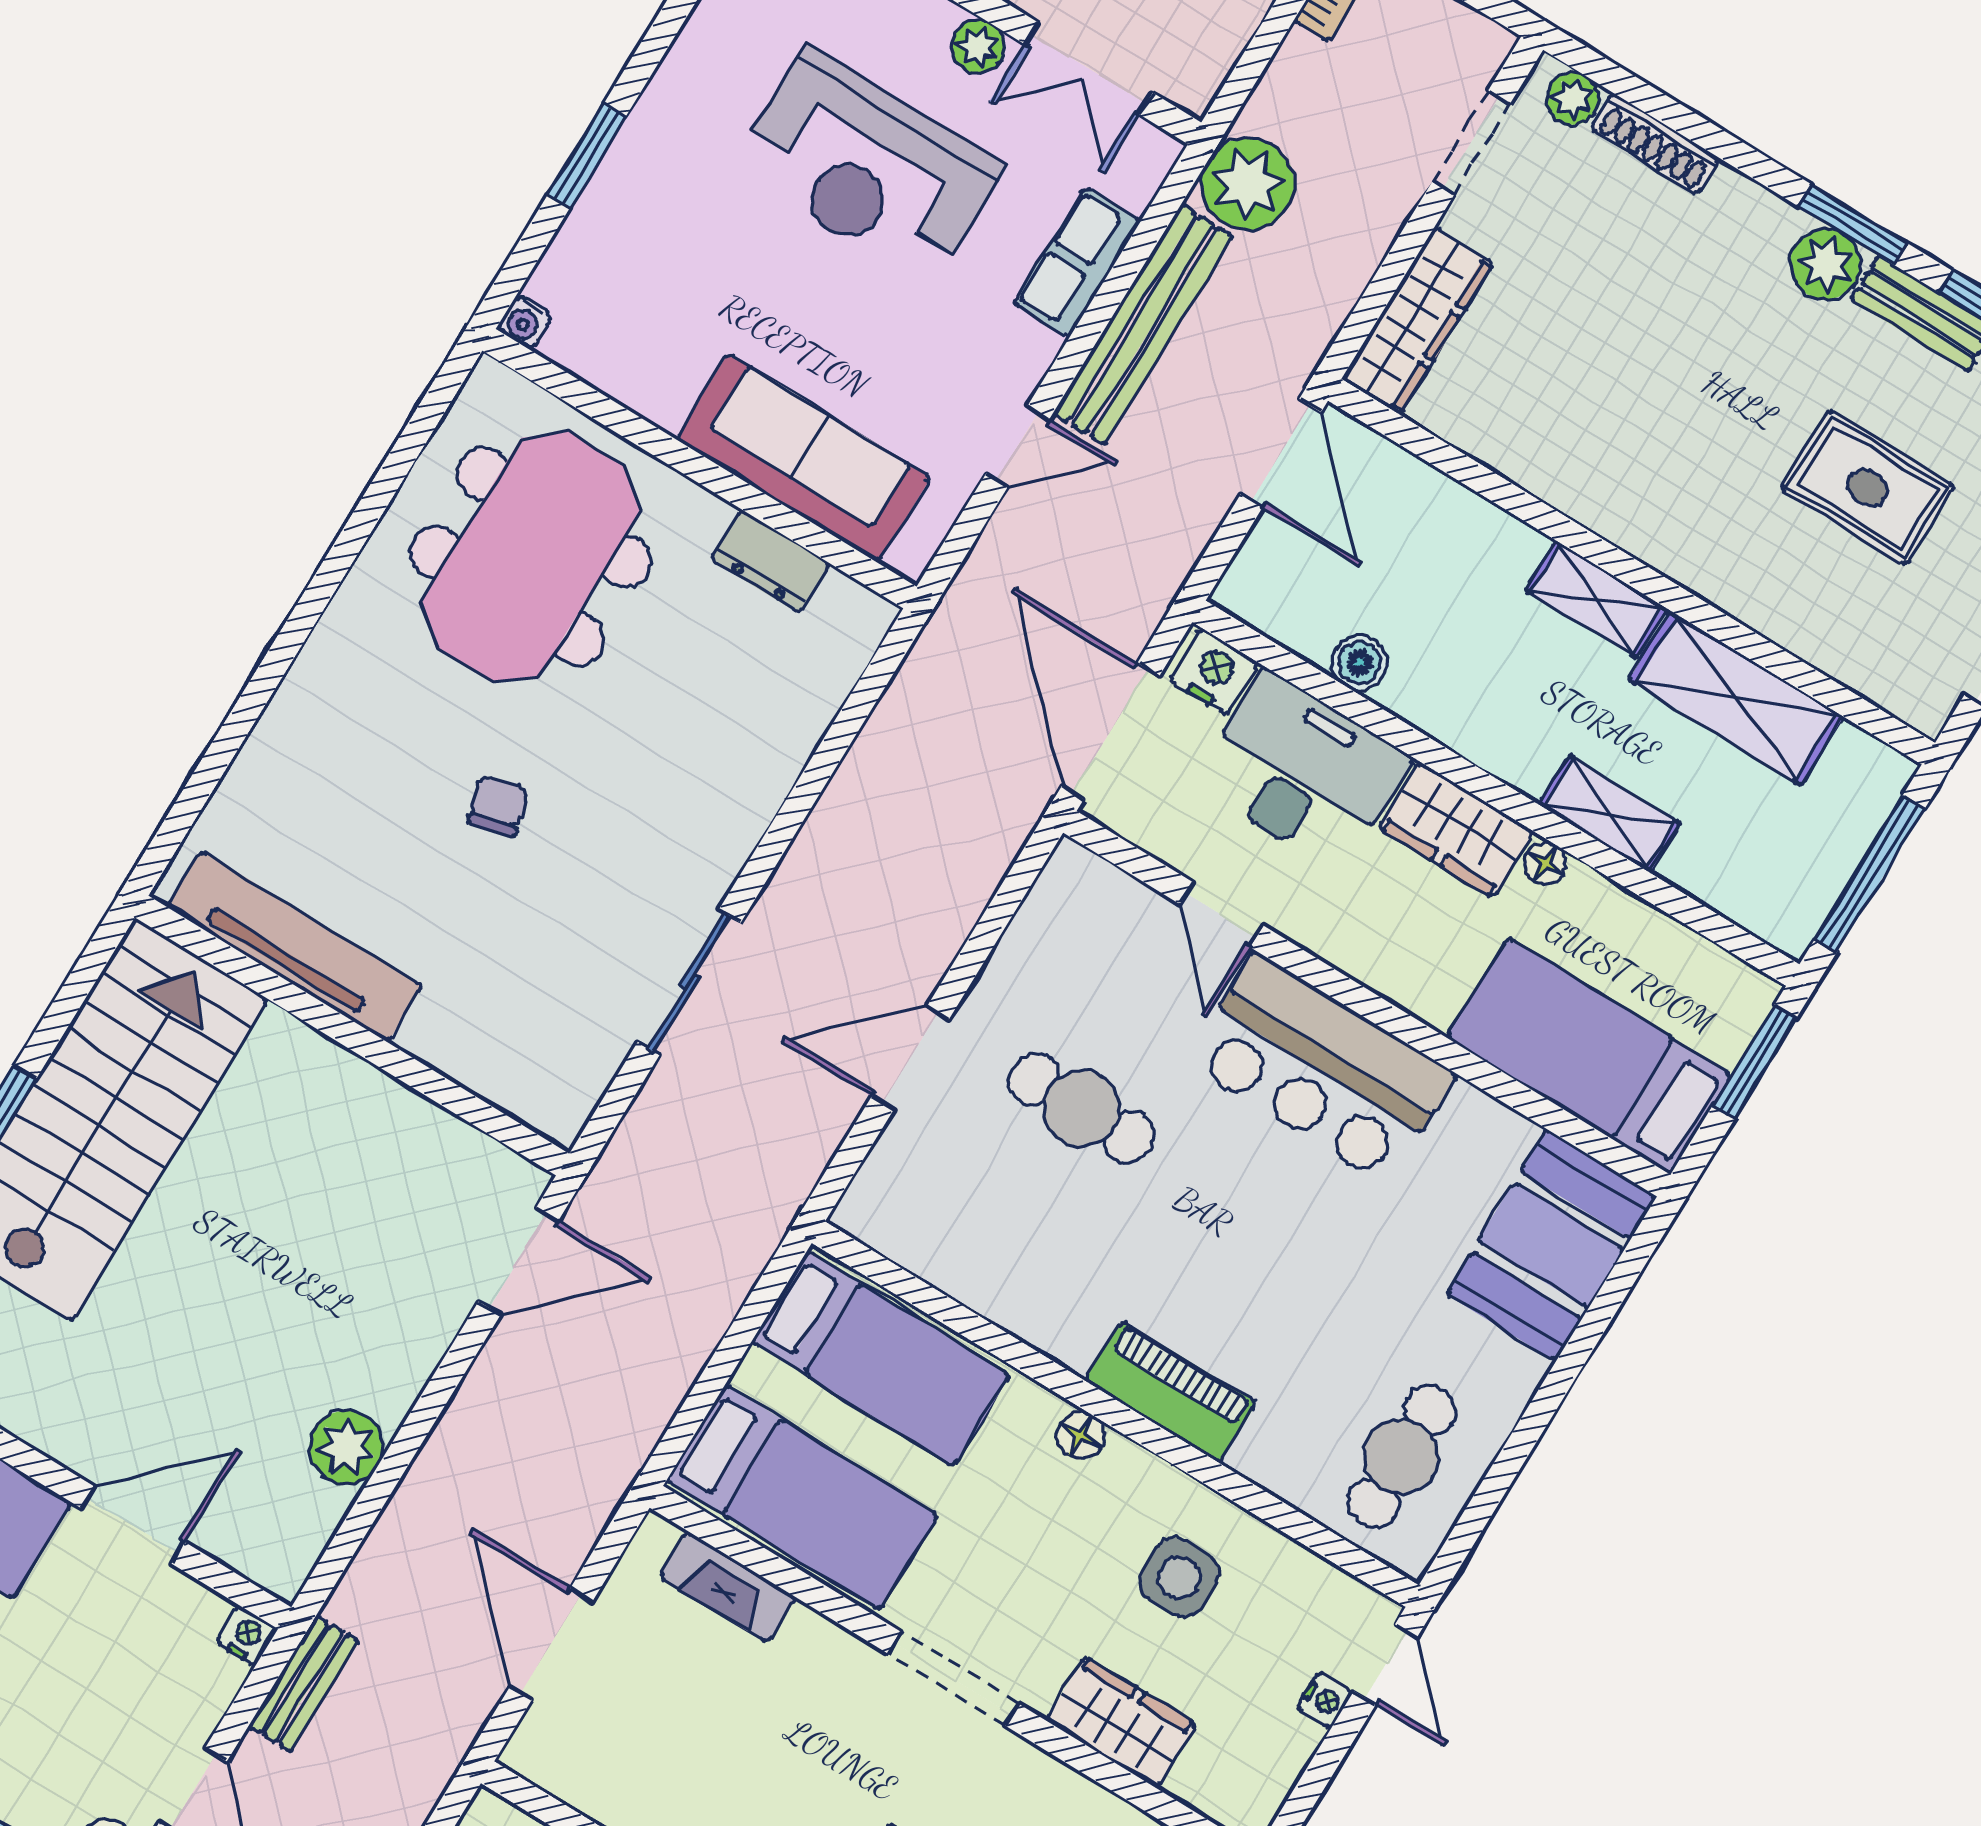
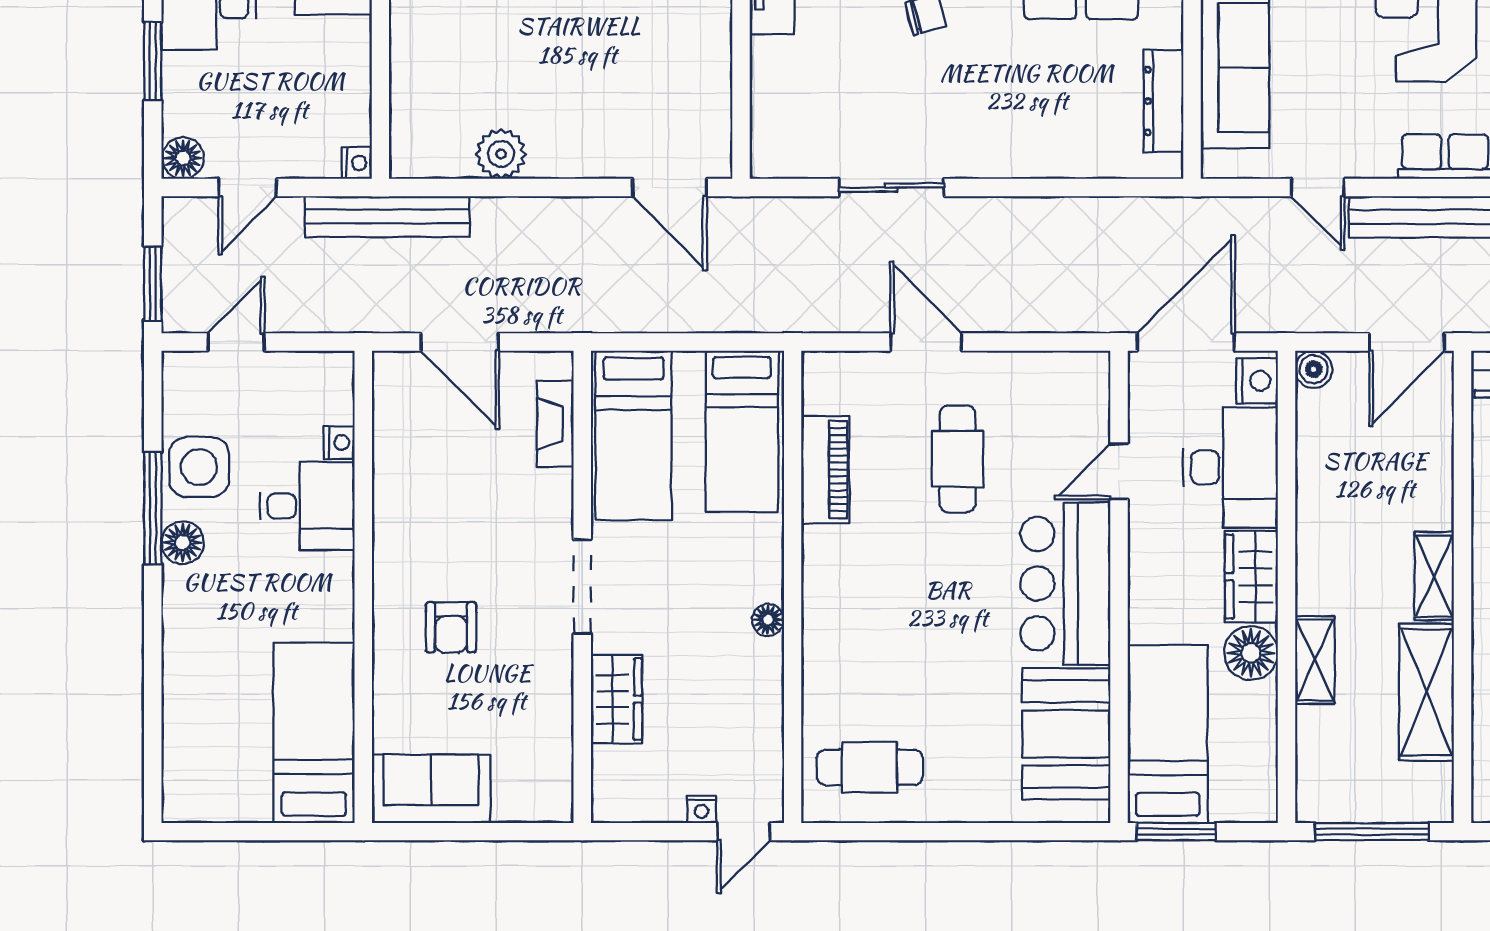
dresser: (771, 562) -> (1163, 101), width x1.44
boiler: (1359, 663) -> (1314, 369), moved
floor lamp: (1545, 863) -> (1251, 653), width x1.89, depth x1.89
window: (1755, 1062) -> (1176, 832), moved
booth: (1551, 1245) -> (1066, 734), moved, turned 90
piano: (1171, 1392) -> (825, 470), moved
floor lamp: (1081, 1435) -> (768, 620), moved
door: (133, 1525) -> (380, 58), removed
side table: (1179, 1577) -> (721, 682), removed
door: (551, 1644) -> (460, 342), swing flipped
bench: (304, 1684) -> (387, 217), width x1.86, depth x1.21

